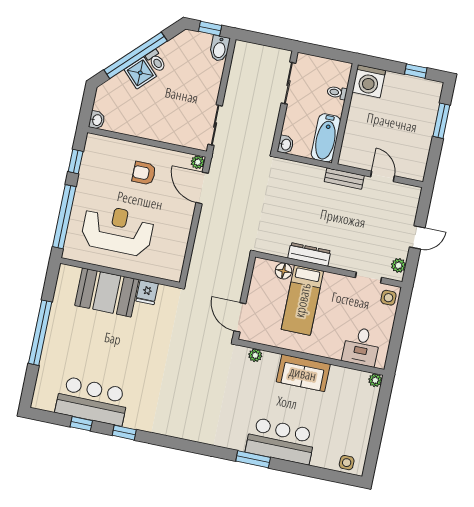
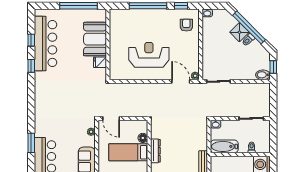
armchair: (144, 173) -> (186, 25), moved
door: (202, 188) -> (181, 81), hinge flipped
reception desk: (117, 230) -> (149, 55), moved, turned -90
wall: (120, 273) -> (108, 44), moved
booth: (107, 292) -> (95, 39), moved
fridge: (147, 292) -> (100, 62), moved
door: (240, 317) -> (111, 118), swing flipped
bar counter: (92, 401) -> (45, 44), width x1.36

